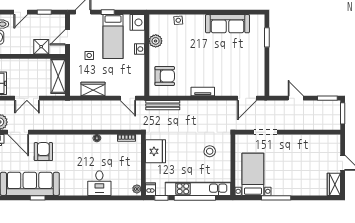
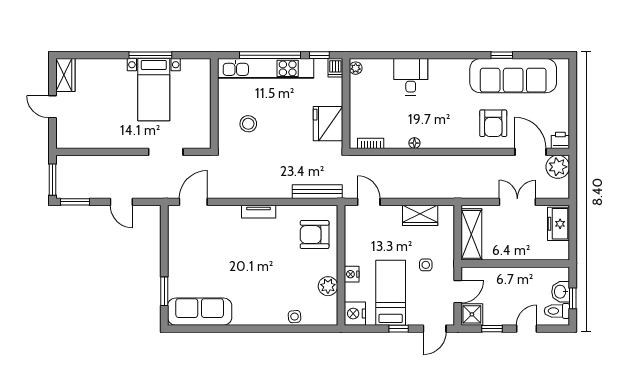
sofa: (227, 24) -> (200, 312), moved
shower: (41, 47) -> (472, 314), moved
bed with nightstands: (253, 174) -> (154, 90), moved

